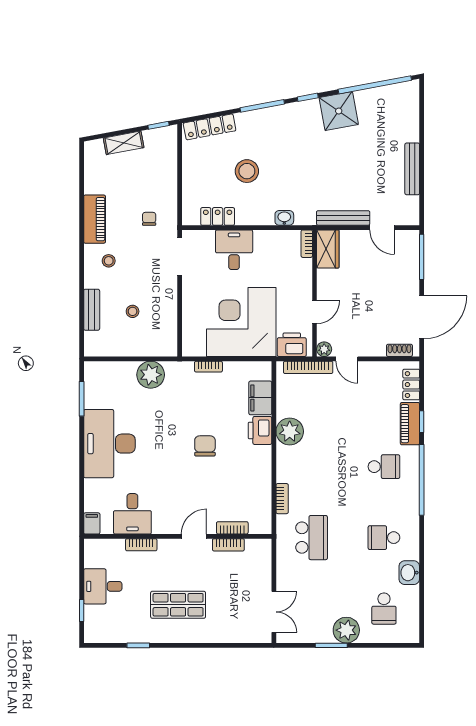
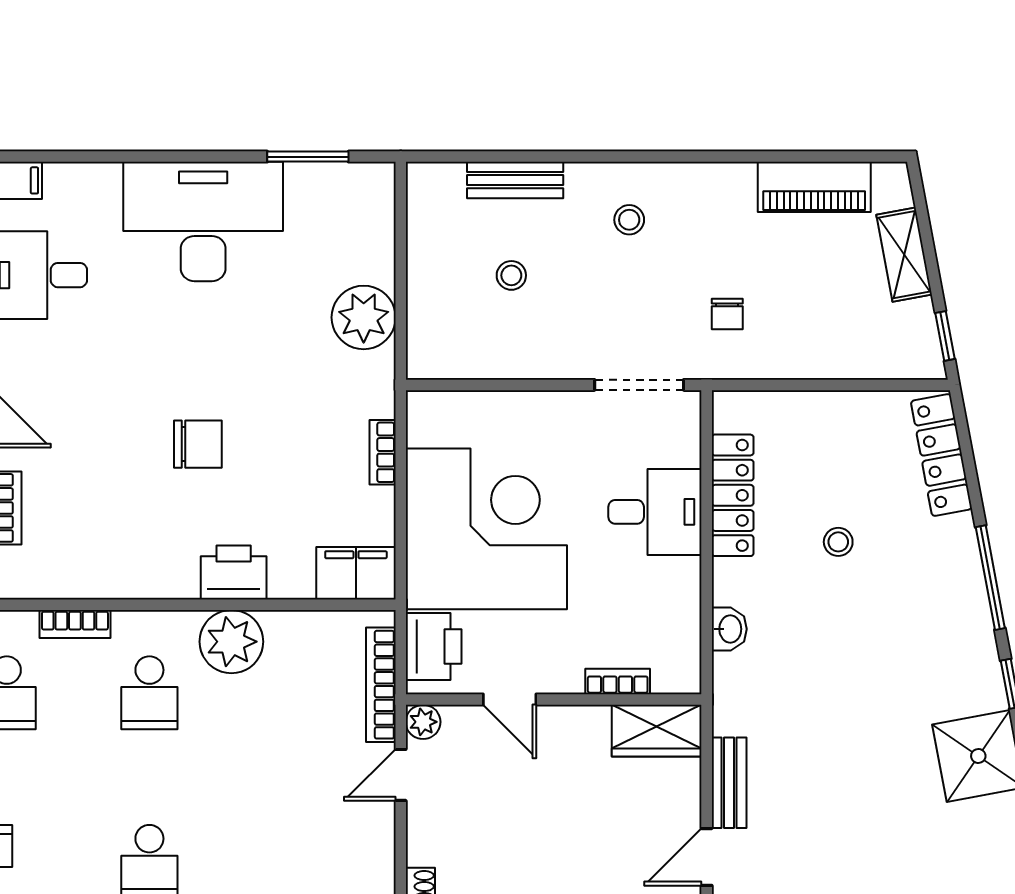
stool: (247, 171) -> (838, 542), width x0.53, depth x0.53
locker: (218, 216) -> (733, 495), width x1.53
bench: (343, 218) -> (729, 783), width x0.73
piano: (95, 219) -> (814, 187), moved
chair: (149, 219) -> (727, 314), turned 90
bookcase: (307, 244) -> (618, 681), moved
filing cabinet: (260, 398) -> (356, 573), moved
school desk: (312, 467) -> (149, 693), added

